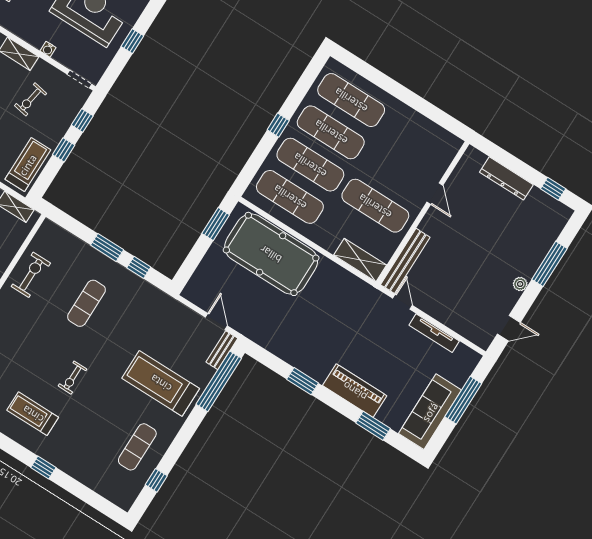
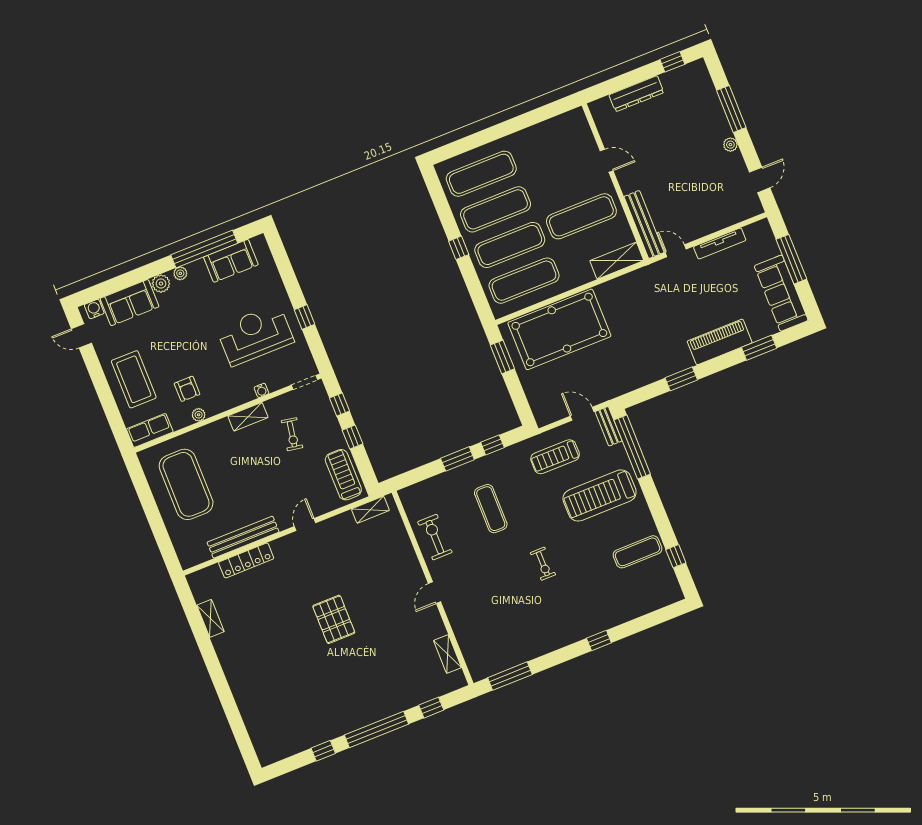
treadmill: (33, 414) -> (555, 457), moved
exercise mat: (137, 447) -> (637, 552), turned 90

